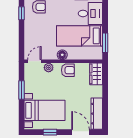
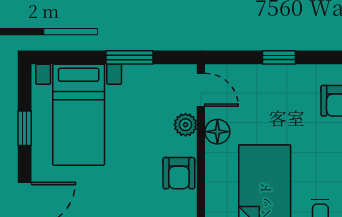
window: (22, 13) -> (279, 57), moved
floor lamp: (62, 55) -> (217, 132), moved

